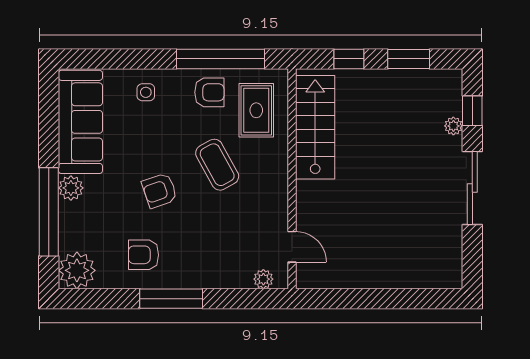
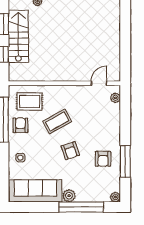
stairs: (315, 127) -> (18, 36), moved, turned 90
plant: (77, 270) -> (115, 197), width x0.53, depth x0.53
window: (171, 299) -> (125, 161), moved

